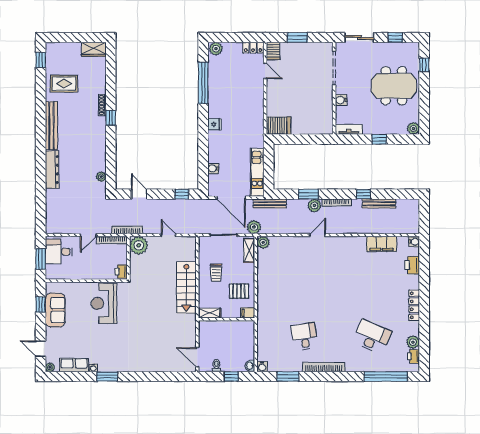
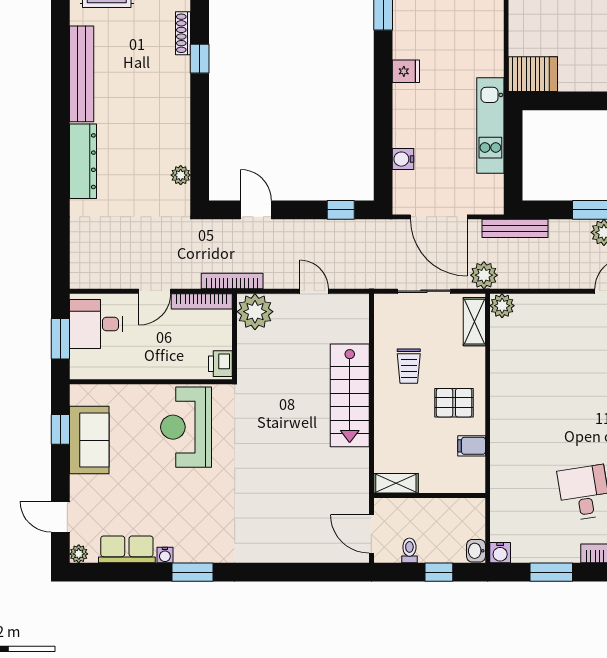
kitchen unit: (257, 172) -> (490, 126), moved
shelving: (210, 313) -> (396, 483), moved
wall: (227, 319) -> (430, 496), moved

